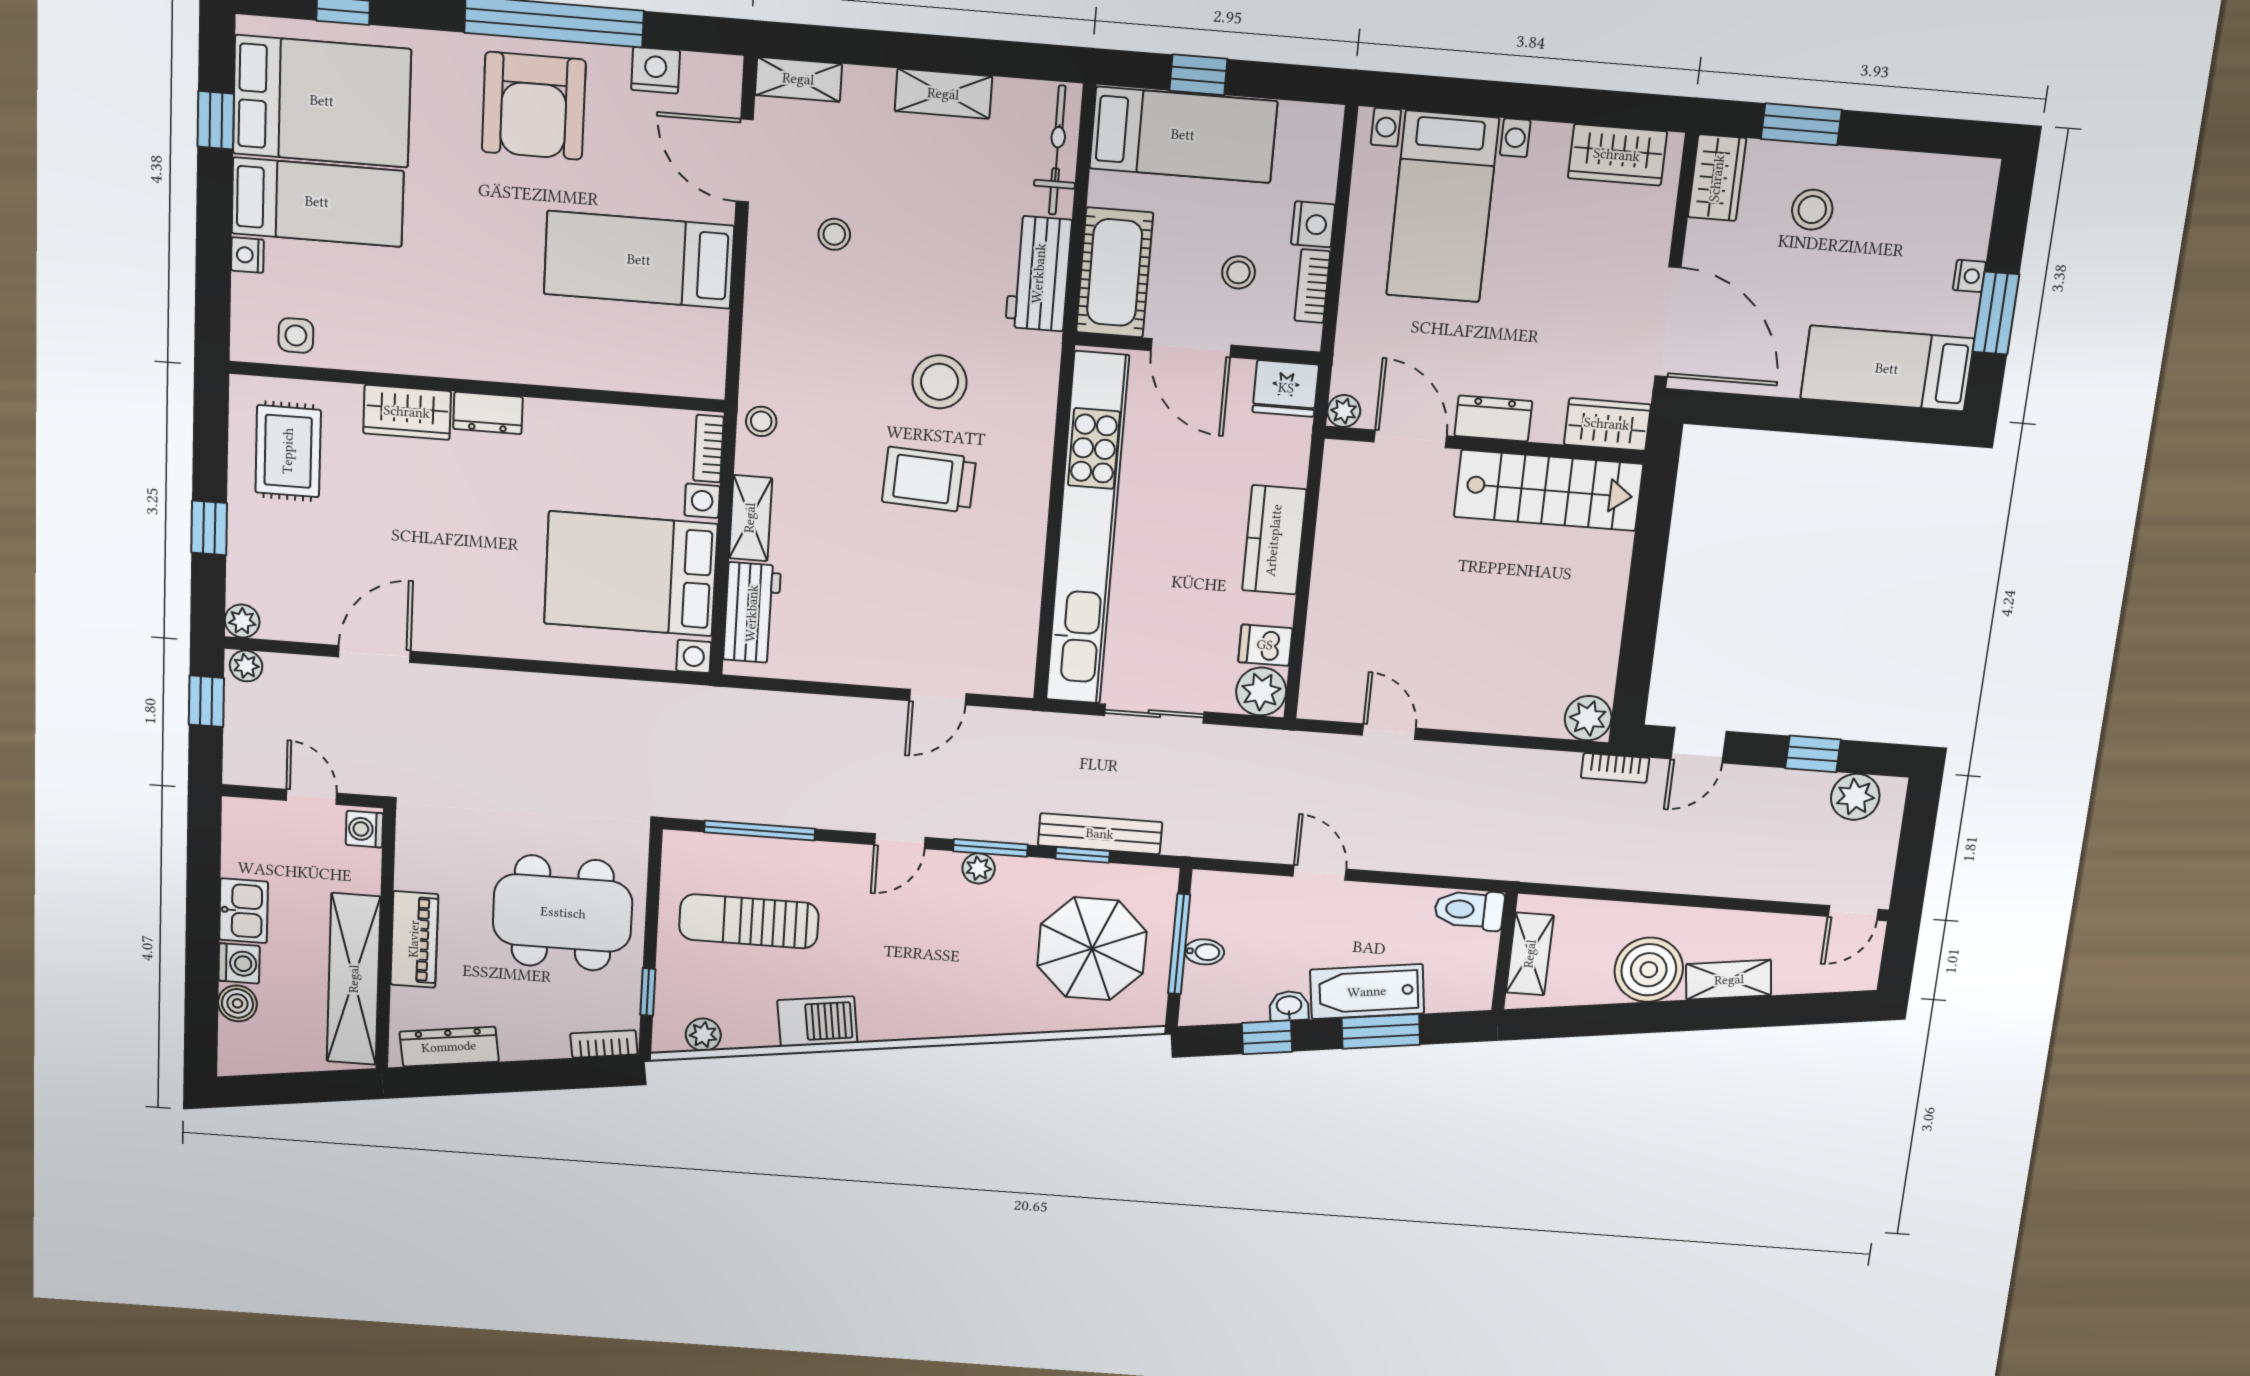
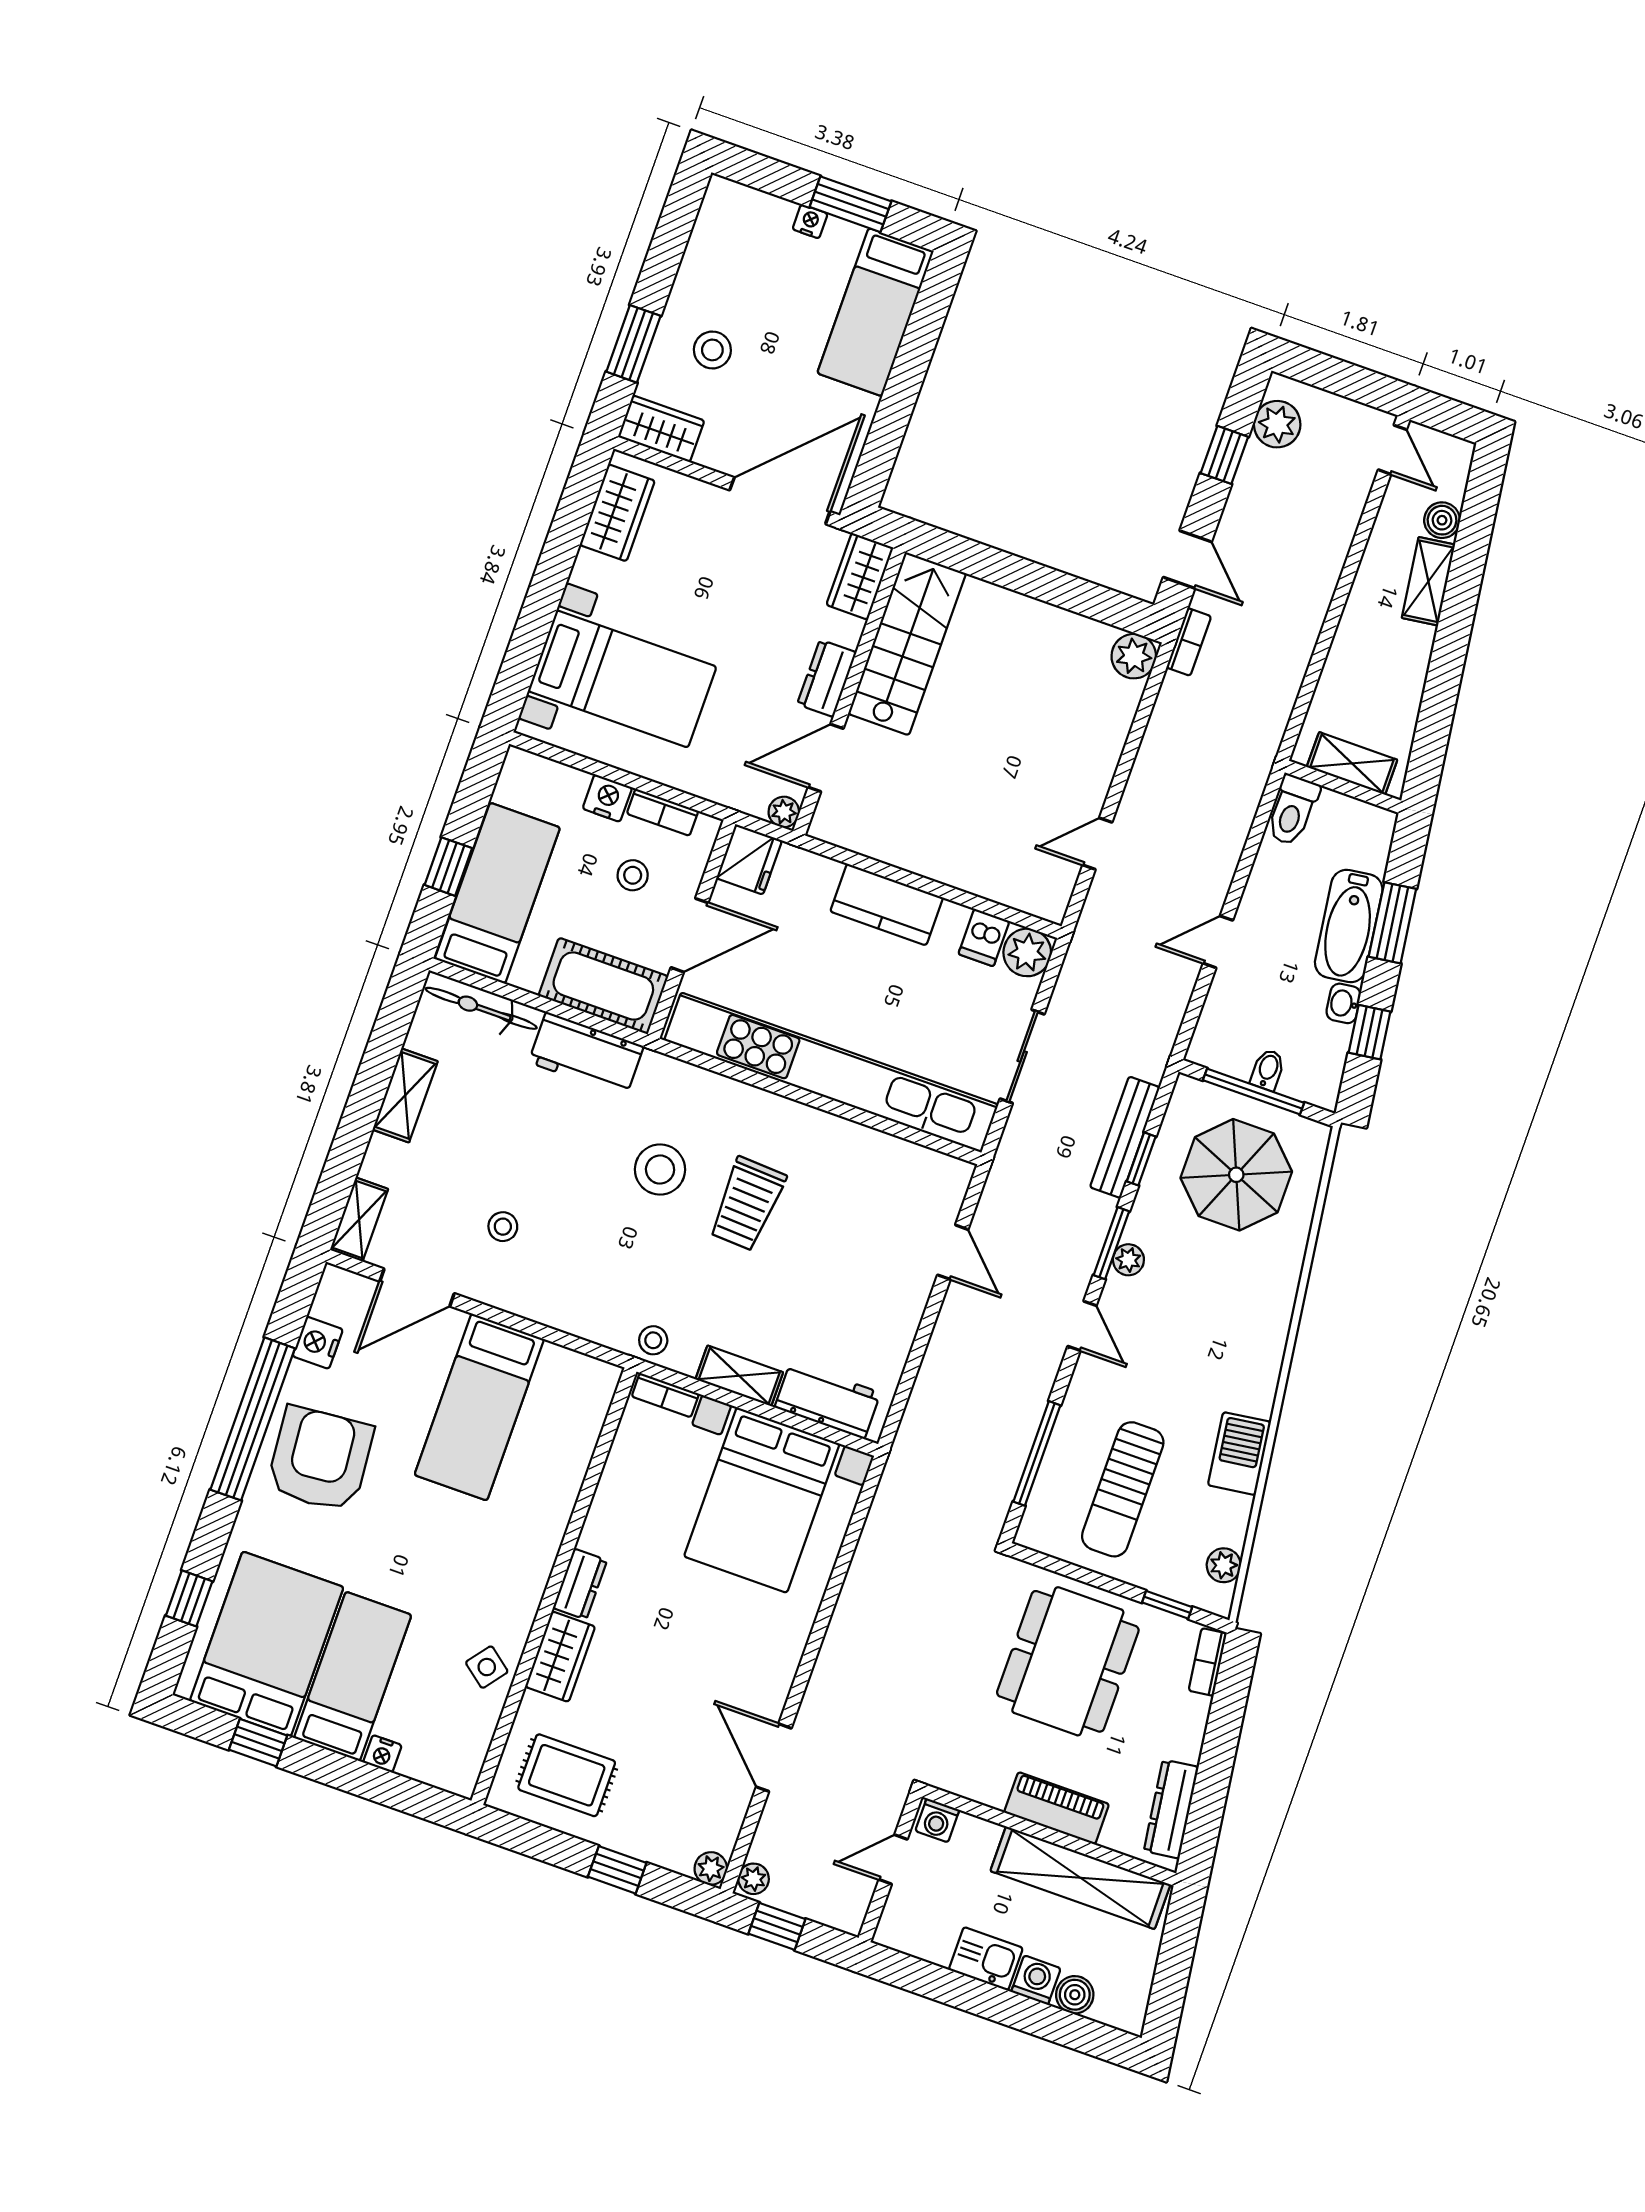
armchair: (534, 106) -> (320, 1459), turned -95
side table: (296, 335) -> (487, 1667), moved, turned 38
boiler: (1649, 970) -> (1442, 520), moved, width x0.54, depth x0.54

